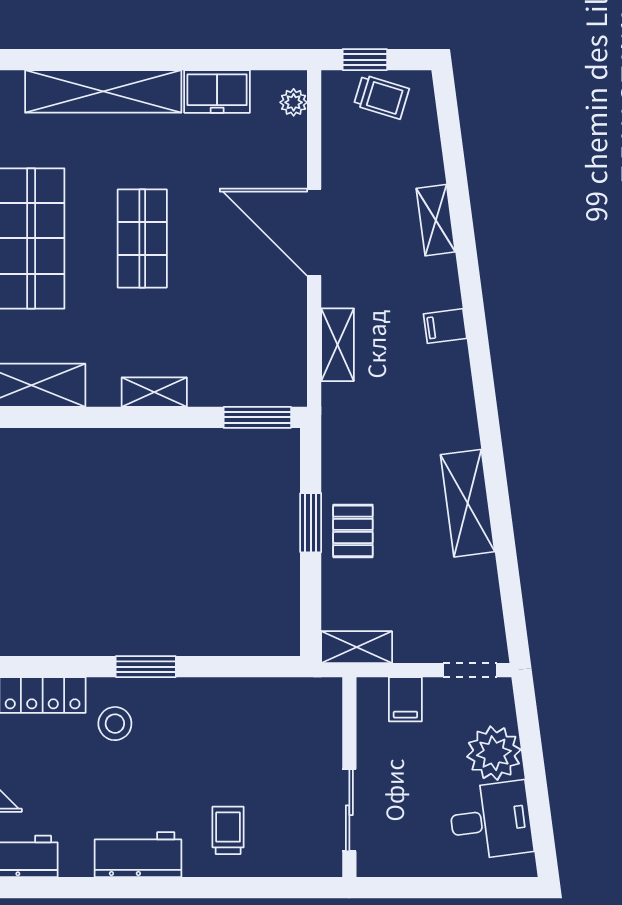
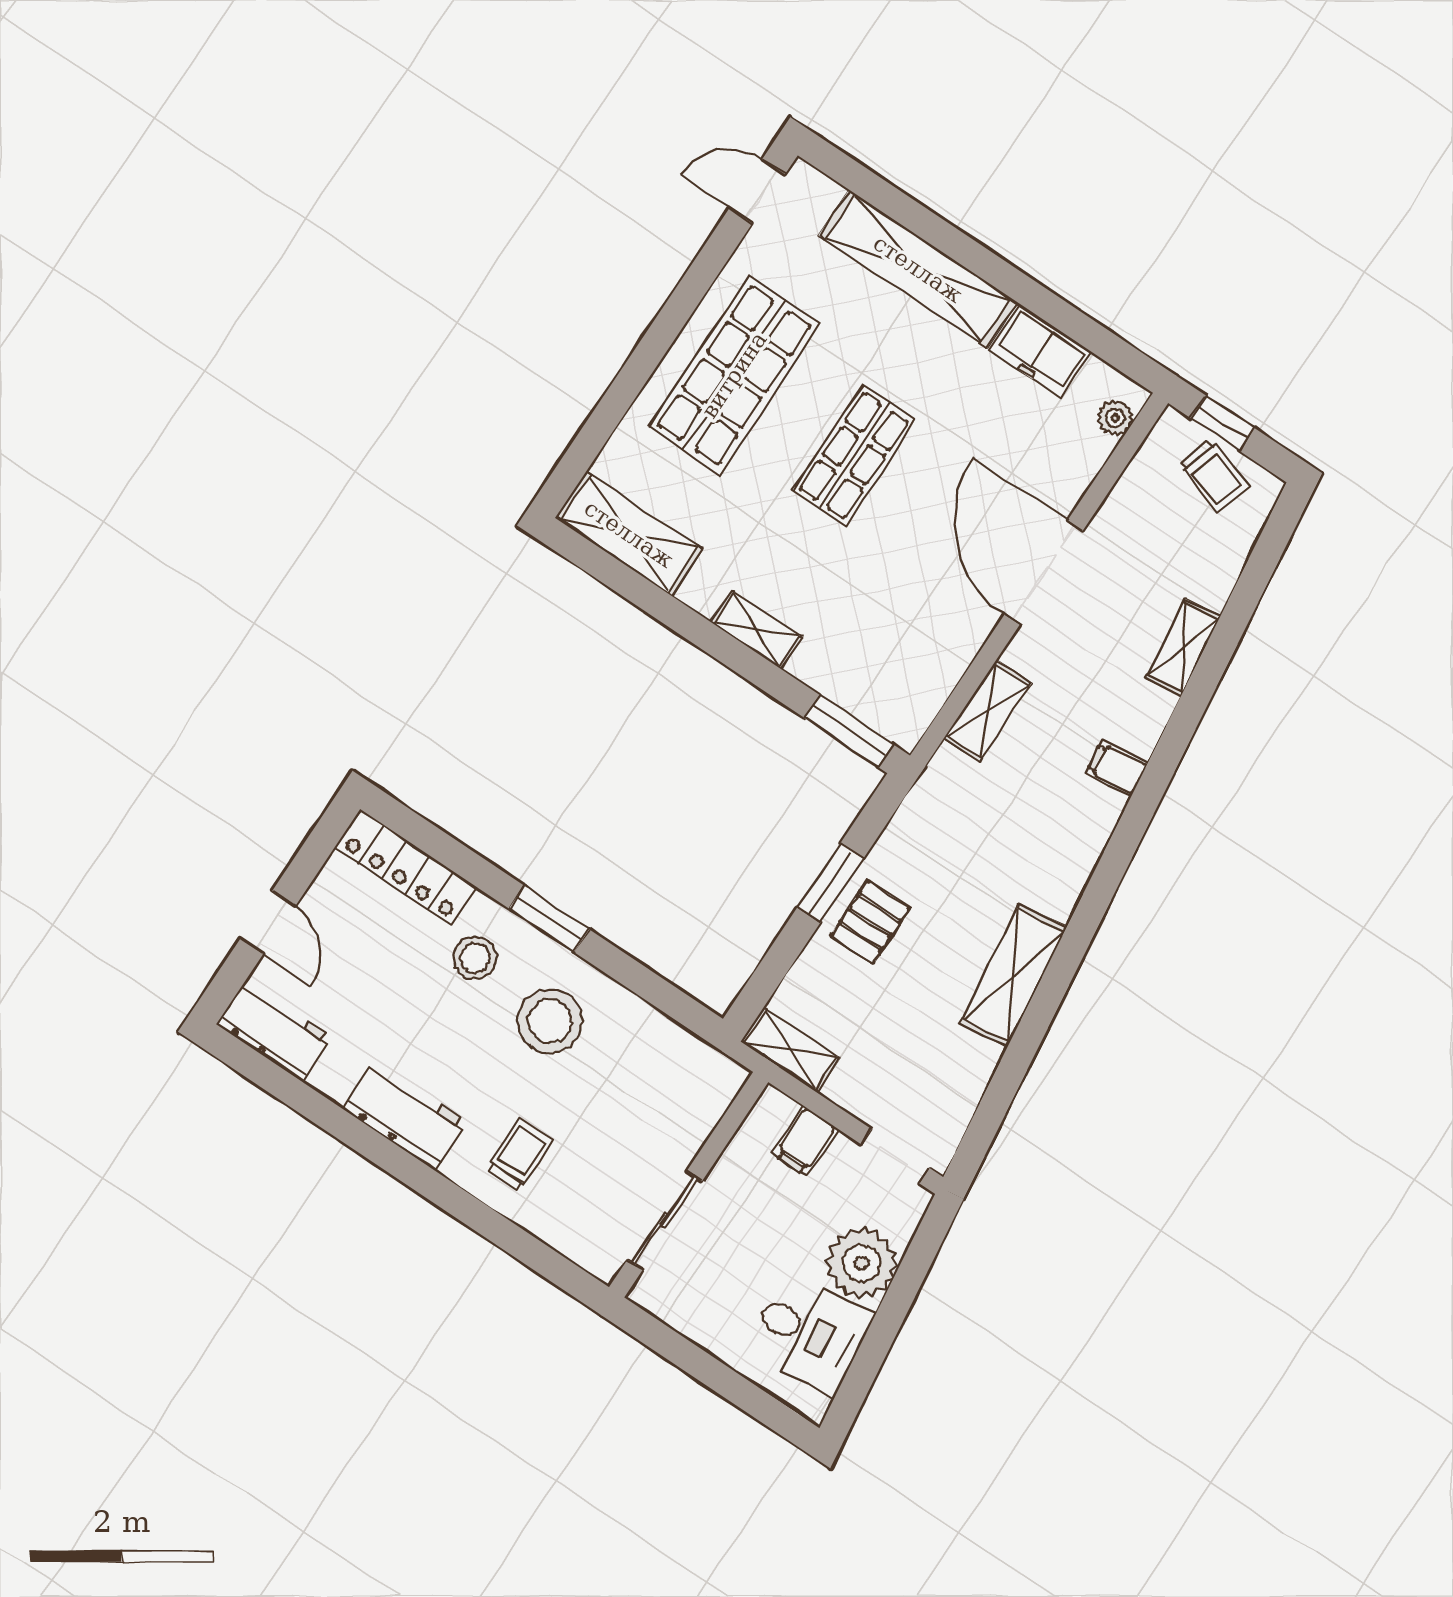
stool: (190, 732) -> (550, 1021), added

